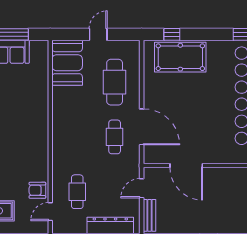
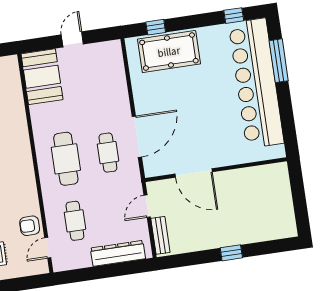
cafe table: (115, 82) -> (66, 159), moved
door: (142, 127) -> (137, 137), hinge flipped

